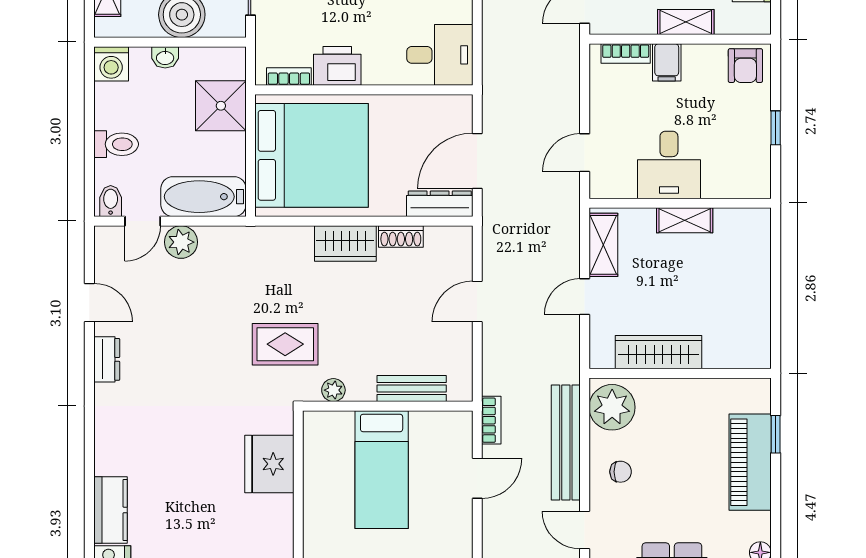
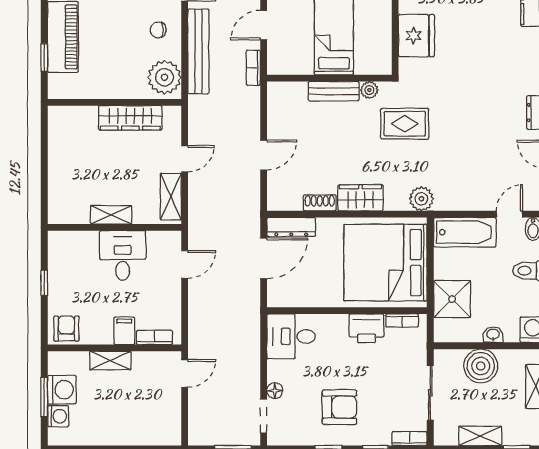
plant: (181, 242) -> (421, 199), moved
bench: (412, 388) -> (334, 91), moved

